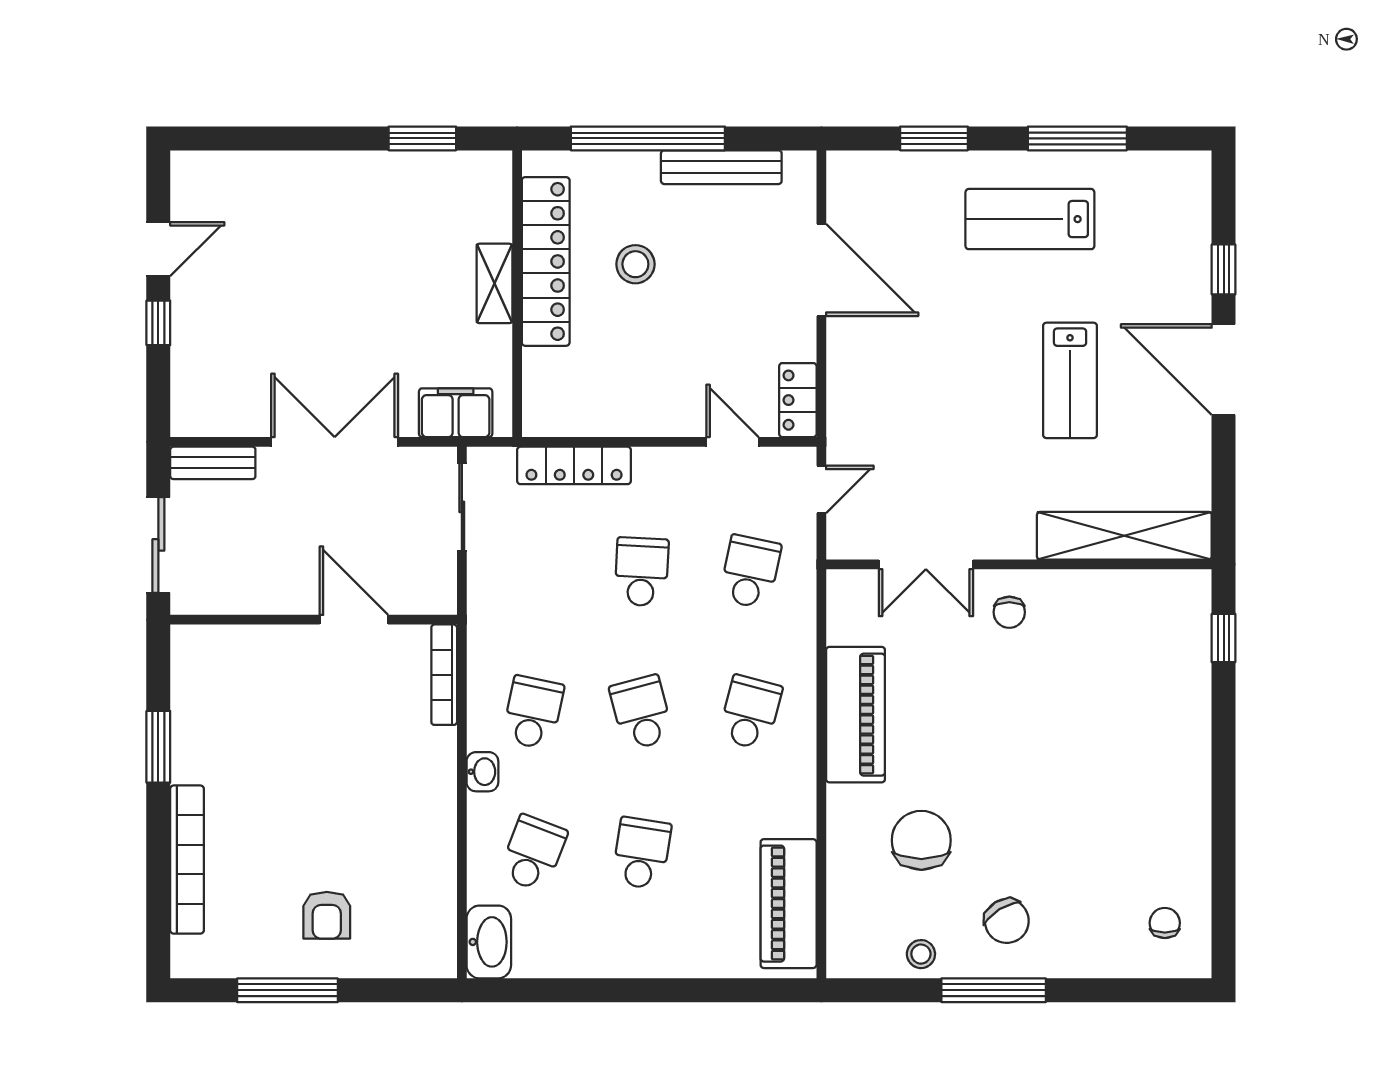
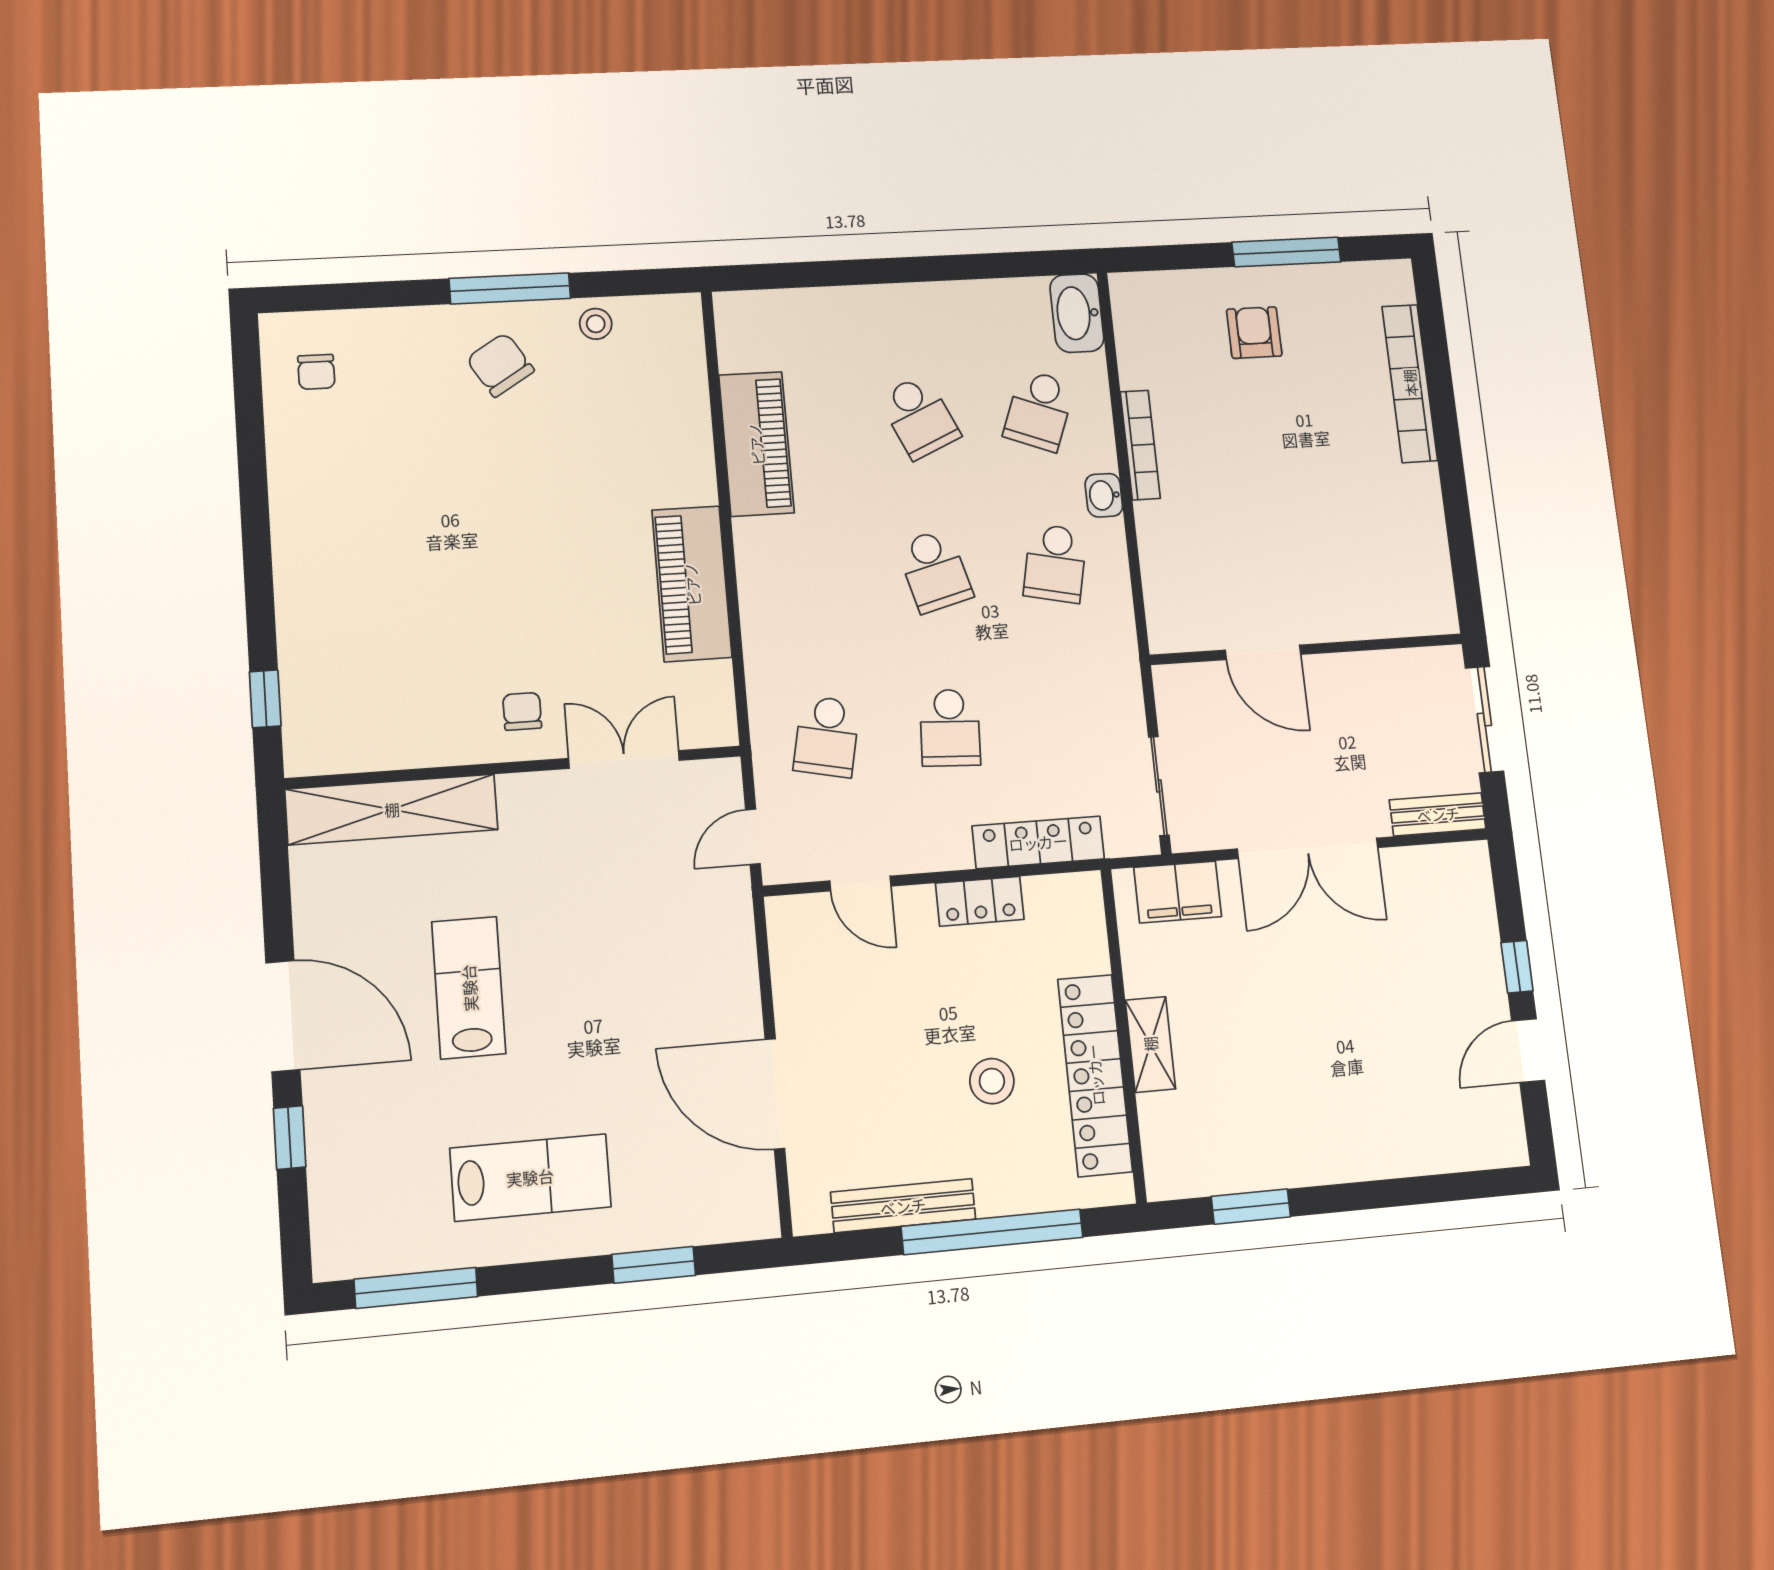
window: (1077, 138) -> (416, 1288), moved
locker: (798, 400) -> (980, 901), moved, turned 90
bookcase: (444, 675) -> (1140, 445), moved
school desk: (750, 713) -> (812, 578), removed
window: (158, 747) -> (1456, 501), removed
chair: (921, 840) -> (605, 448), removed
school desk: (642, 853) -> (919, 417), turned -33
piano: (789, 904) -> (756, 444), moved

